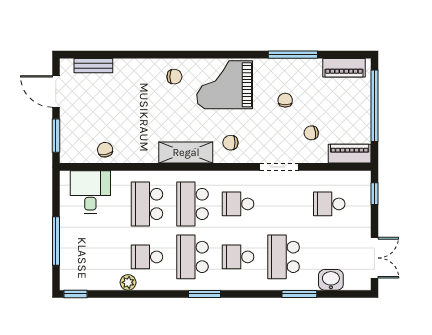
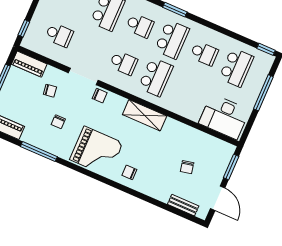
chair: (230, 143) -> (100, 96), moved
chair: (105, 150) -> (187, 167), moved
desk: (90, 192) -> (224, 117), width x1.37
school desk: (147, 204) -> (236, 67), moved
plant: (128, 282) -> (225, 41), removed

